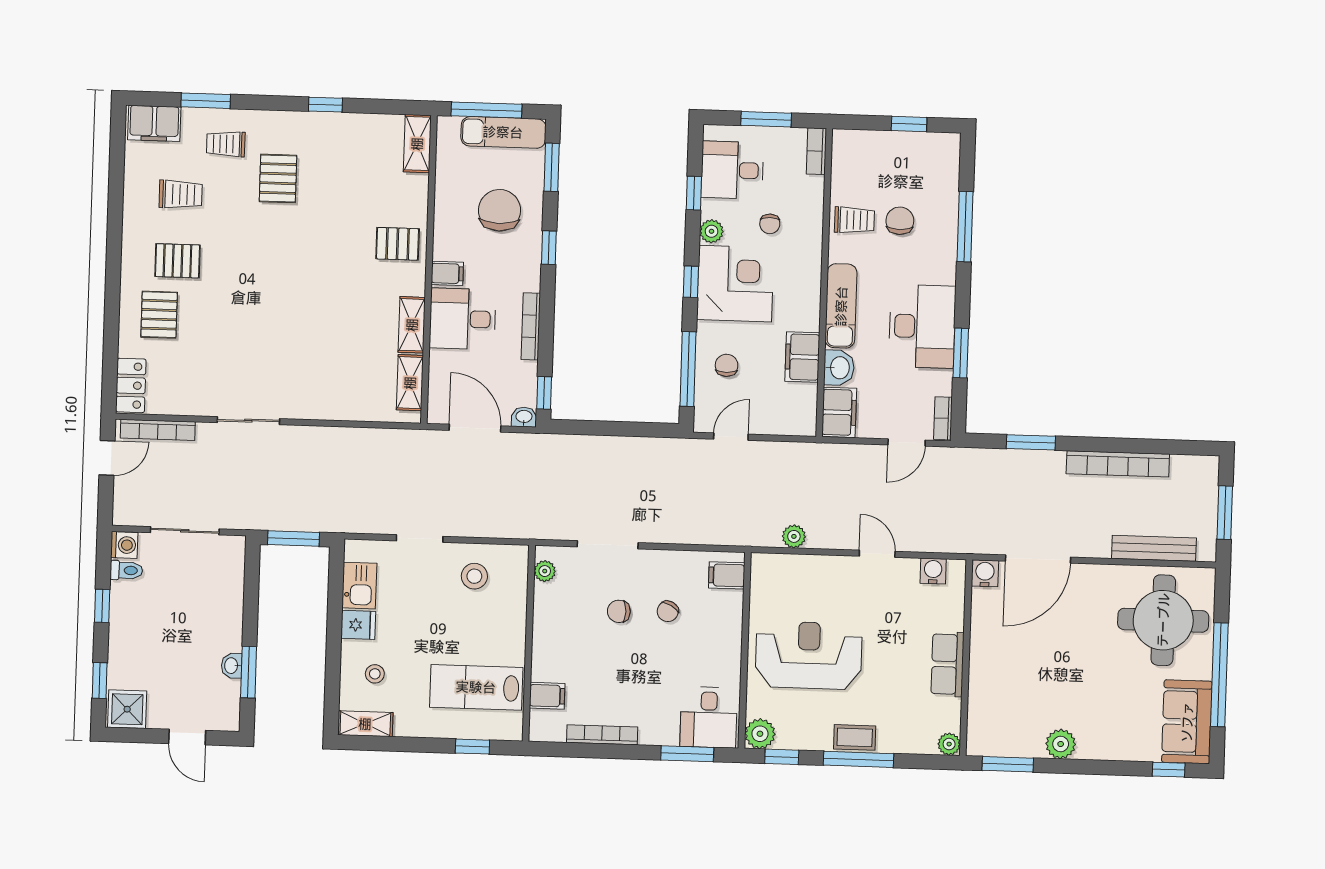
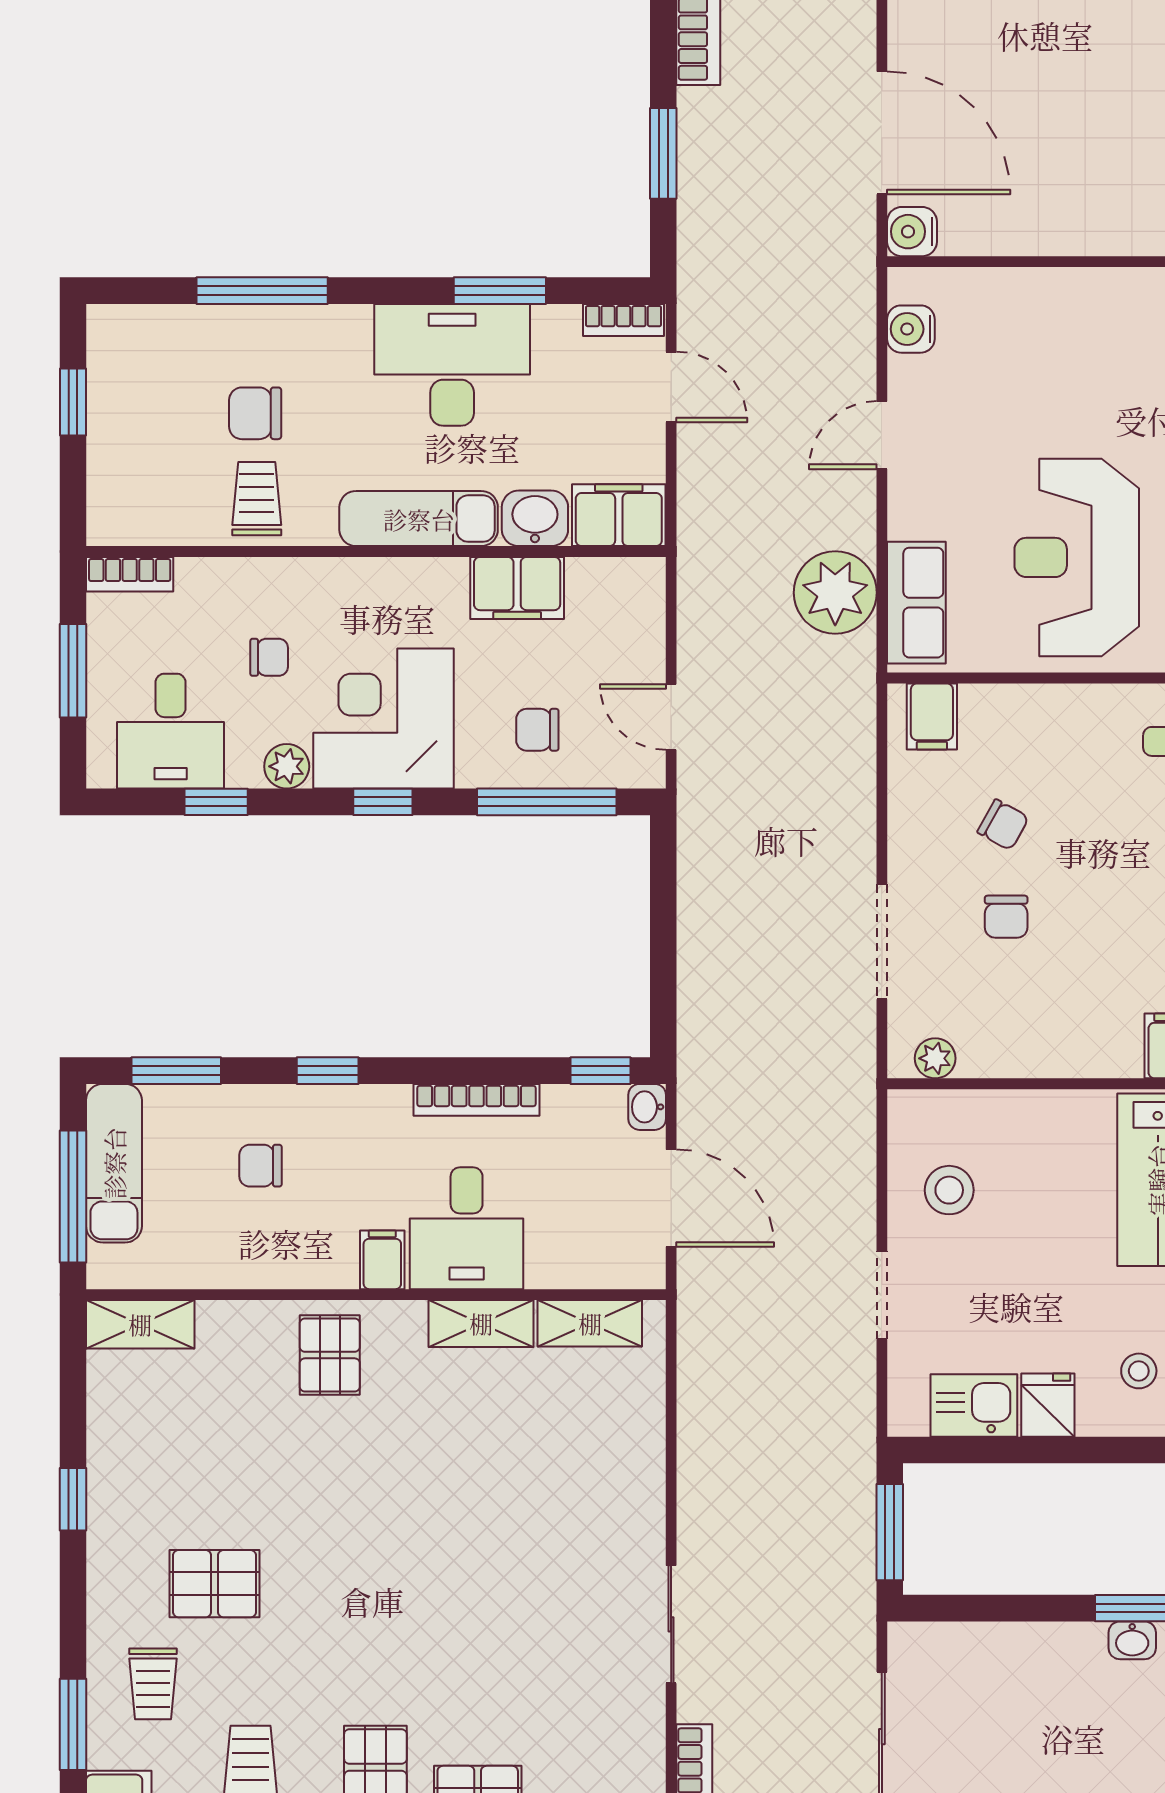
chair: (500, 210) -> (260, 1166), width x0.54, depth x0.54
door: (475, 428) -> (671, 1198), swing flipped
plant: (794, 536) -> (835, 593), width x1.87, depth x1.87
row of seats: (947, 664) -> (916, 603), moved, turned -90

